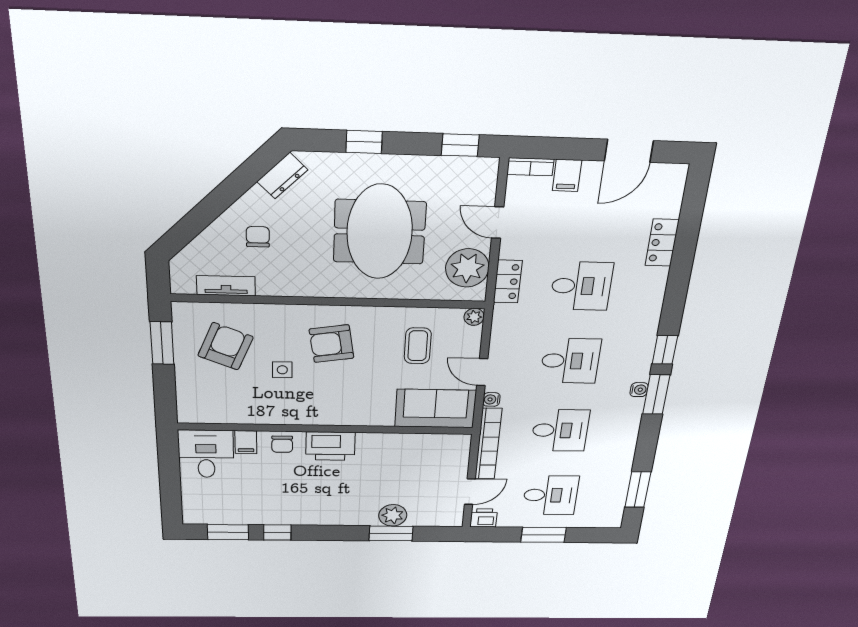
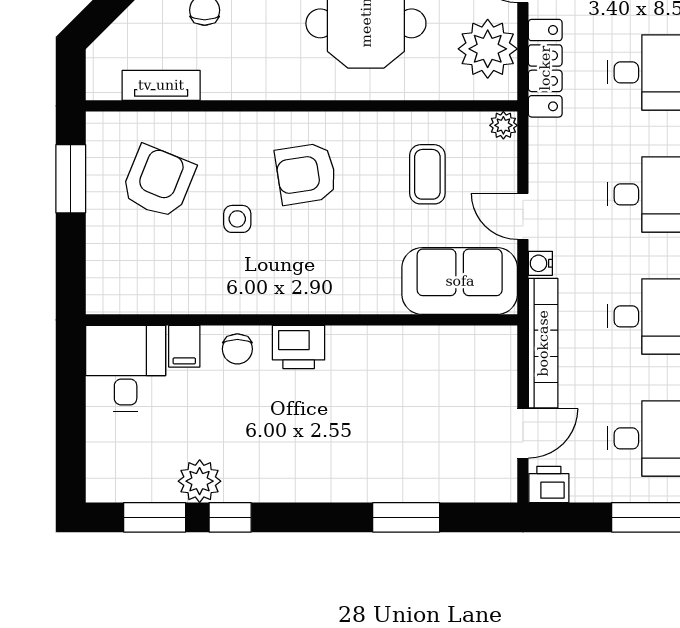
locker: (508, 282) -> (545, 68), width x1.53
printer: (330, 446) -> (299, 347), width x0.73, depth x0.84
plant: (393, 515) -> (200, 481), moved

